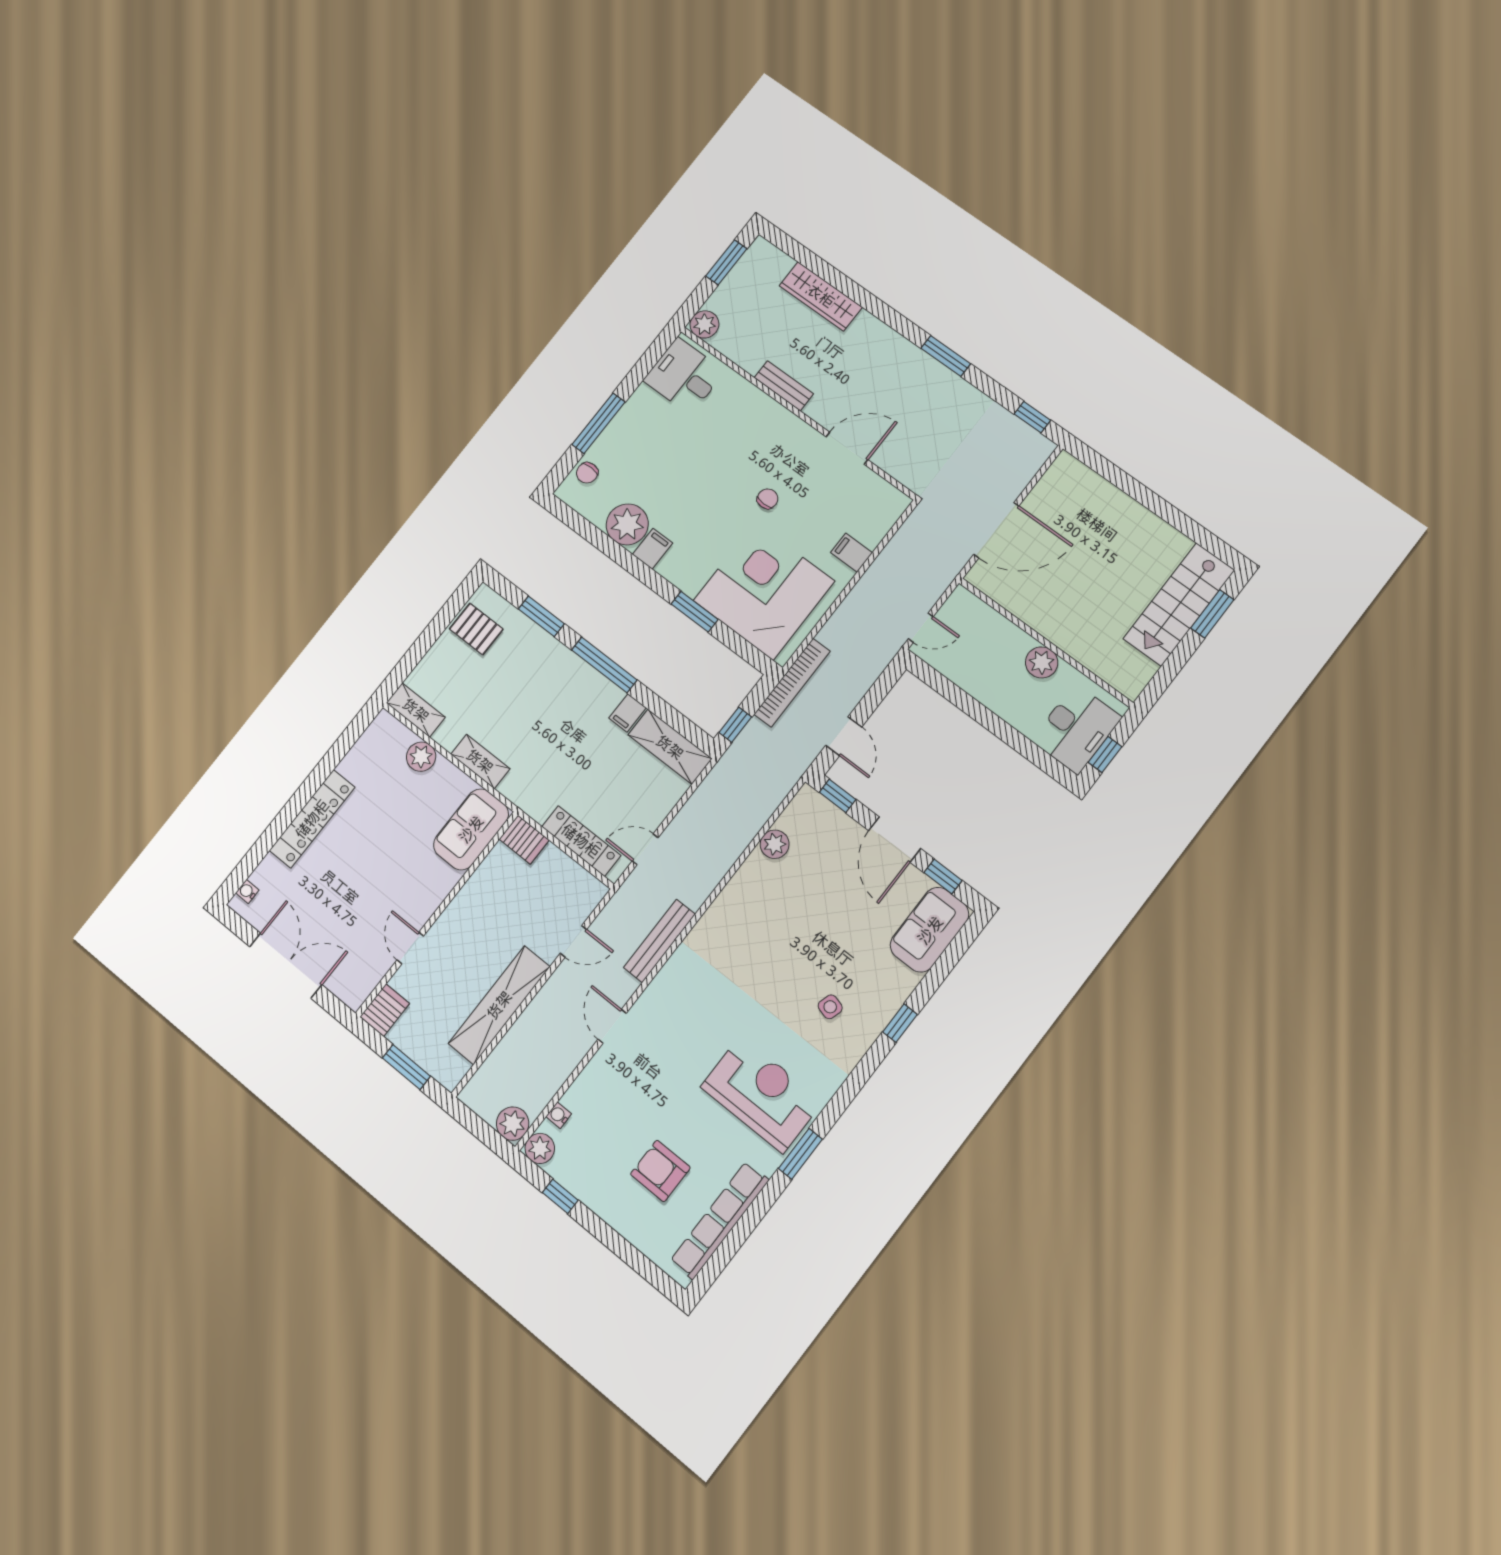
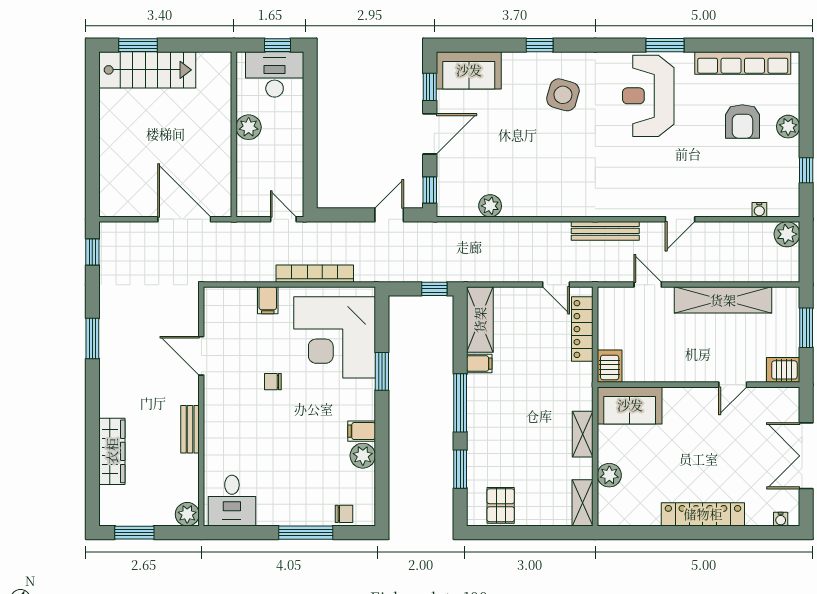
plant: (627, 524) -> (363, 456), width x0.73, depth x0.73
bookcase: (792, 683) -> (315, 274), moved
side table: (830, 1007) -> (563, 95), width x1.87, depth x1.87
plant: (540, 1148) -> (788, 127), moved

